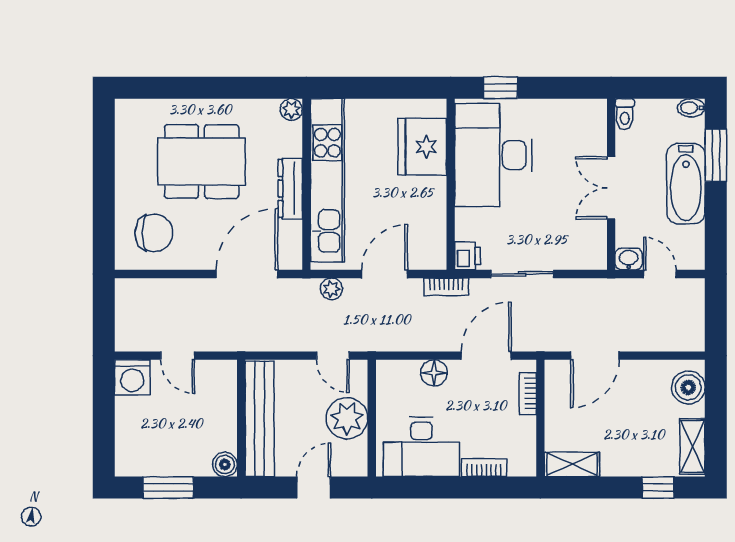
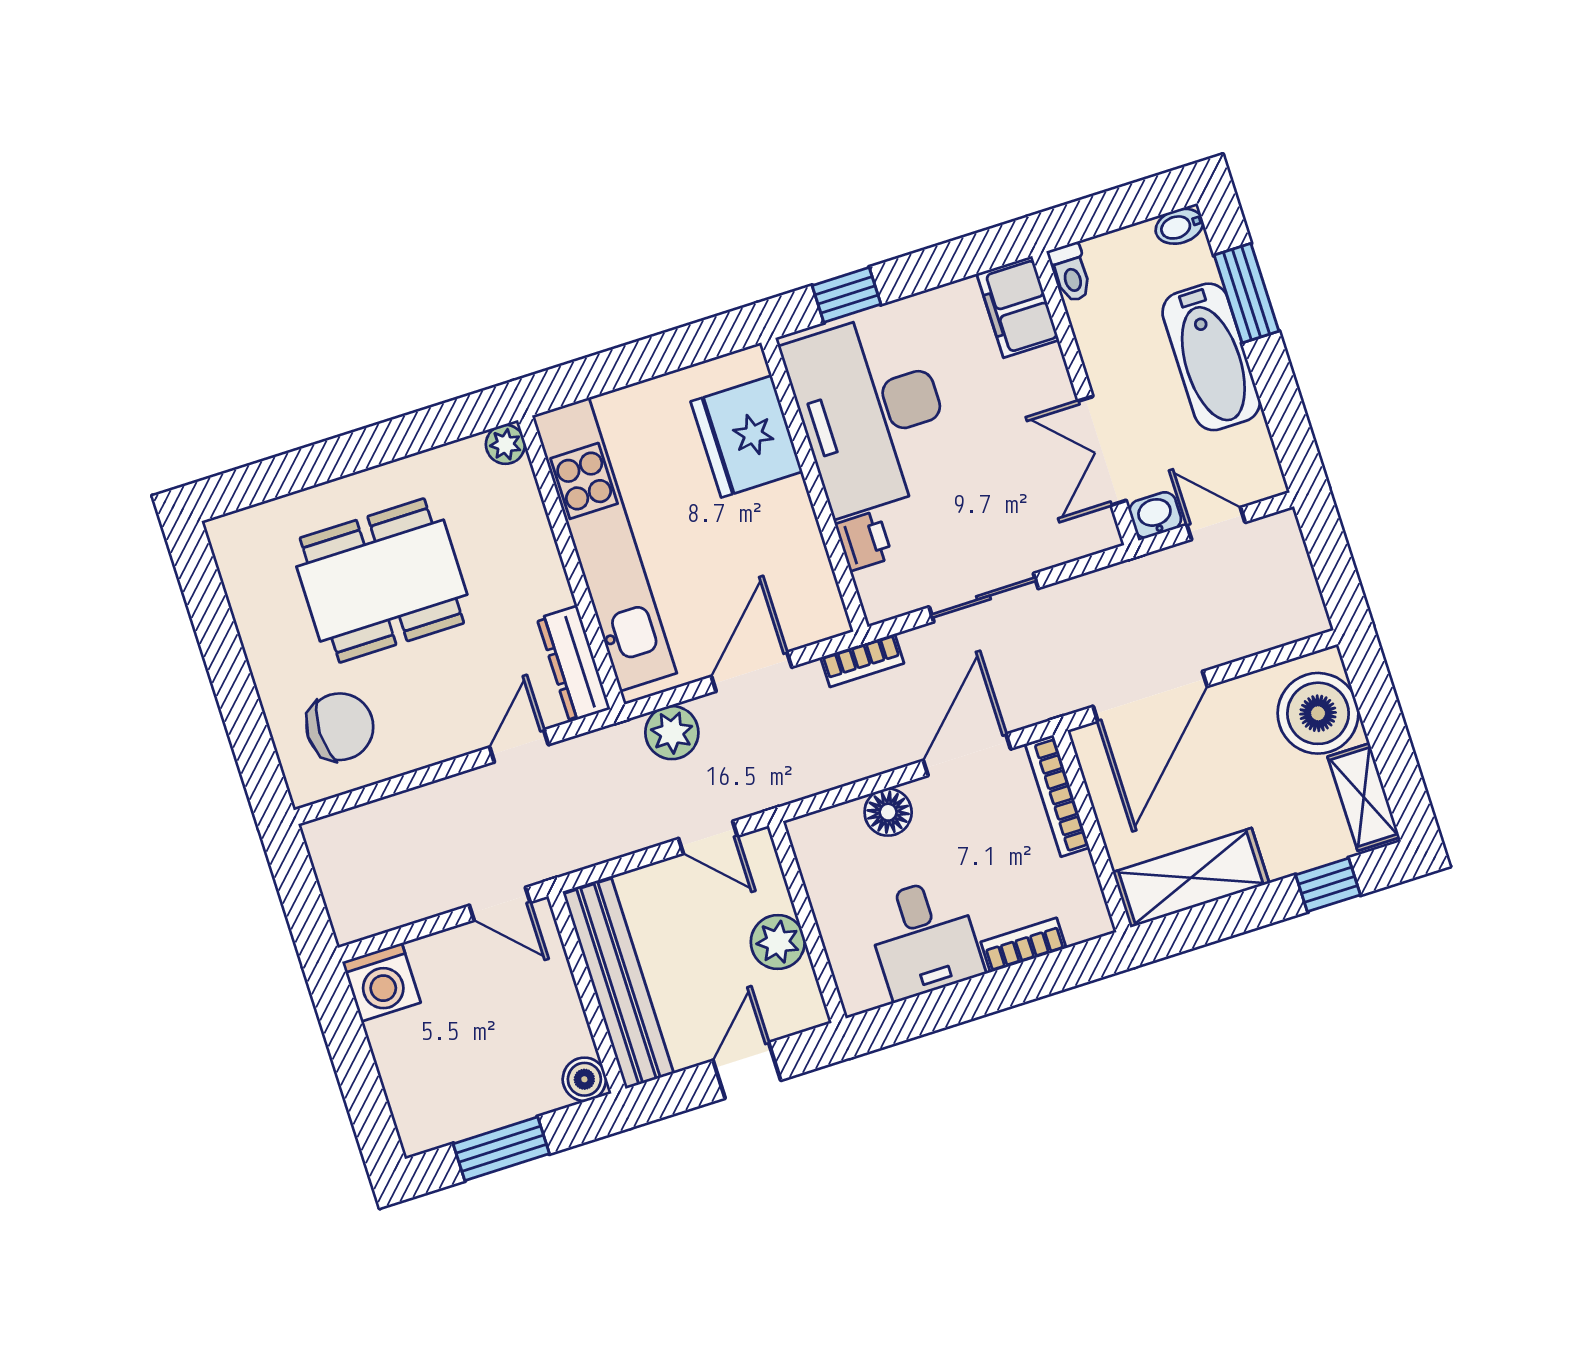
filing cabinet: (591, 124) -> (1018, 307), added
double door: (611, 188) -> (1102, 451), moved
dresser: (290, 189) -> (574, 664), moved
printer: (467, 256) -> (864, 541), moved
door: (247, 274) -> (519, 746), width x0.53
plant: (331, 289) -> (672, 733), width x1.38, depth x1.38
door: (178, 356) -> (500, 904), moved
door: (595, 356) -> (1150, 696), width x1.36
boiler: (688, 387) -> (1318, 713), width x1.37, depth x1.37
bookcase: (528, 393) -> (1057, 796), width x1.56
plant: (347, 418) -> (778, 942), width x0.73, depth x0.73
desk: (421, 447) -> (924, 938), width x0.73
shelving: (572, 464) -> (1191, 878), width x1.50, depth x1.33

